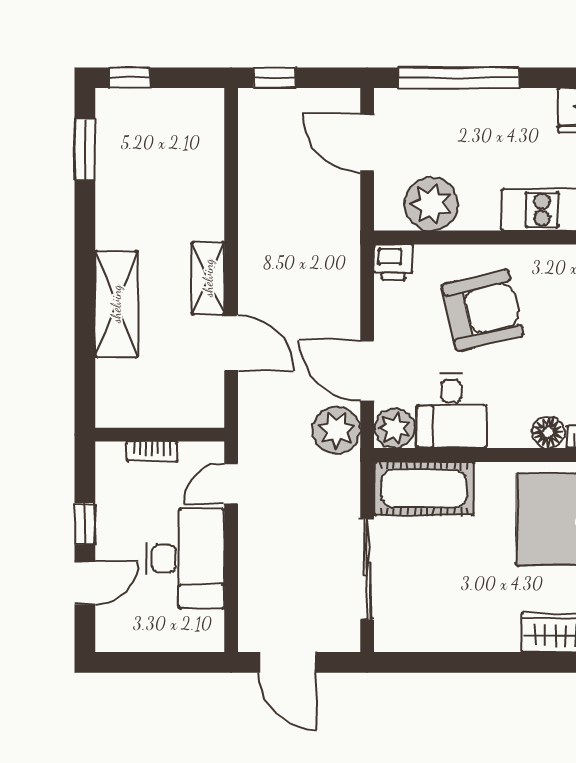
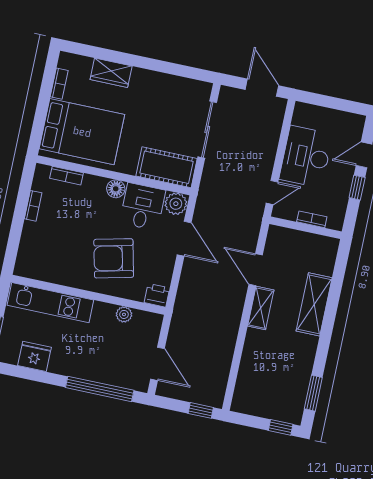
plant: (431, 204) -> (124, 314), width x0.53, depth x0.53
plant: (337, 430) -> (208, 210), removed
floor lamp: (548, 432) -> (116, 189), moved

